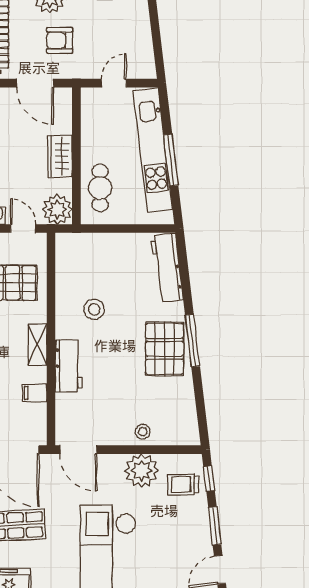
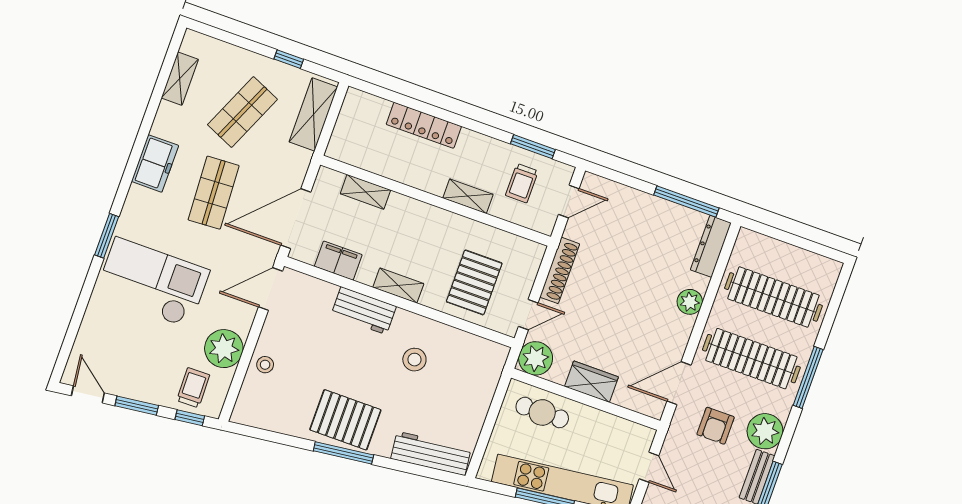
armchair: (60, 40) -> (716, 426), turned 180
filing cabinet: (35, 393) -> (338, 261), width x2.00

